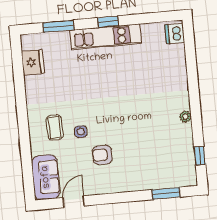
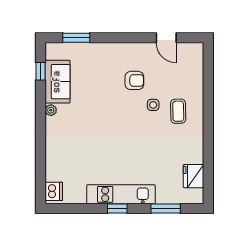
sofa: (46, 177) -> (57, 82), moved, turned 180
door: (74, 202) -> (166, 38), hinge flipped

